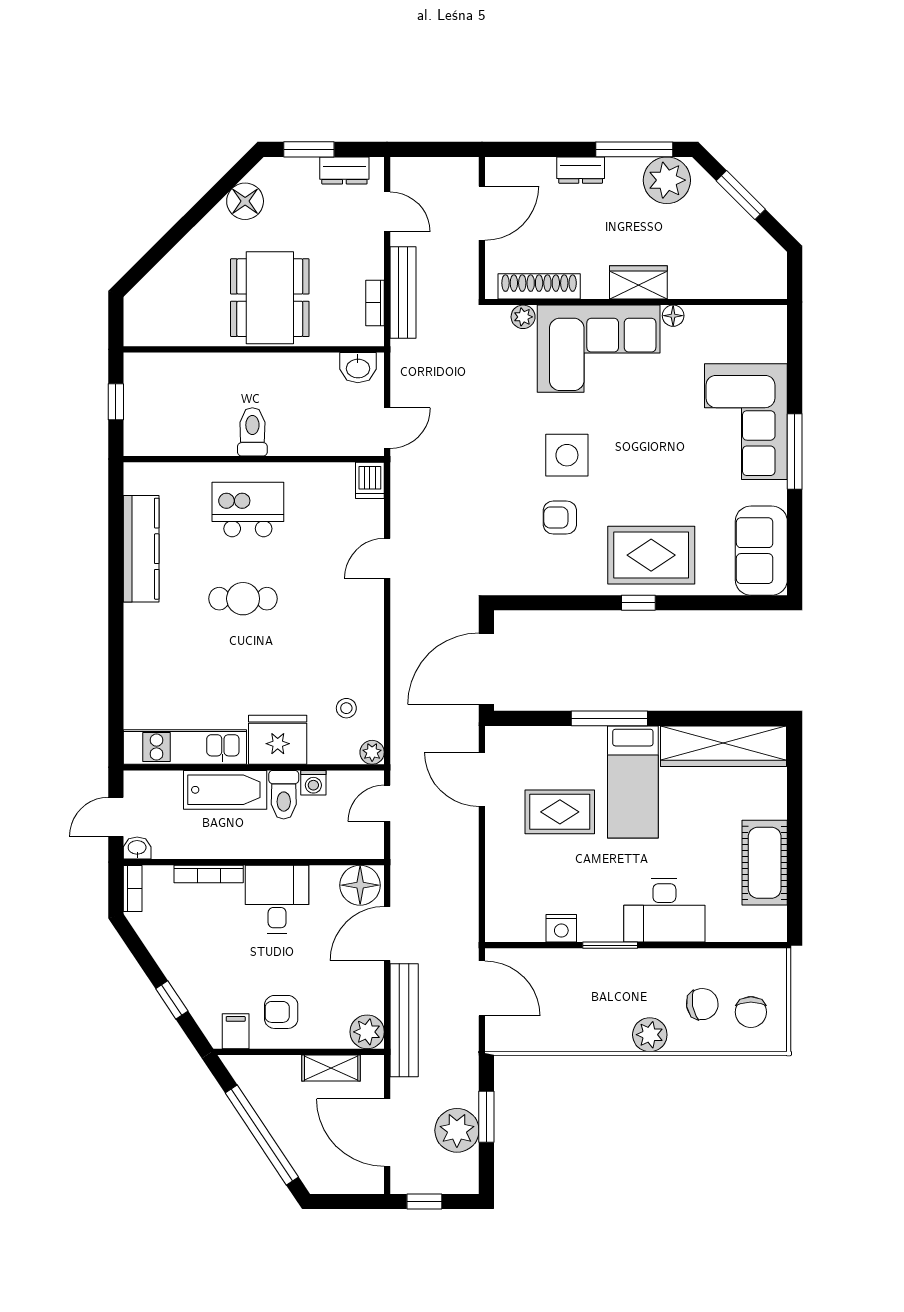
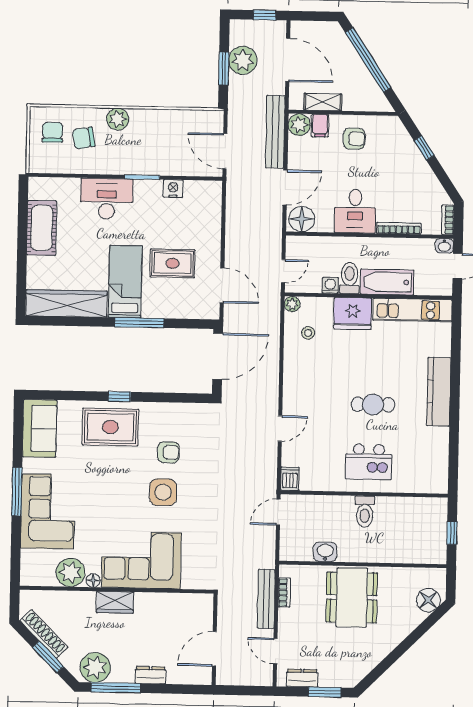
floor lamp: (245, 201) -> (428, 600), moved
shoe rack: (539, 286) -> (44, 634), moved, turned -135
plant: (523, 317) -> (70, 573), moved, width x1.87, depth x1.87
washbasin: (358, 368) -> (325, 552), moved
kitchen counter: (141, 549) -> (439, 392), moved
filing cabinet: (236, 1031) -> (320, 126), moved

